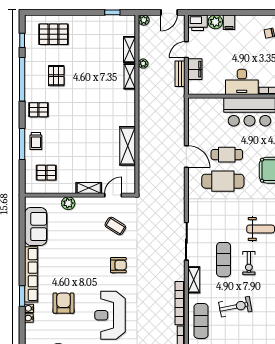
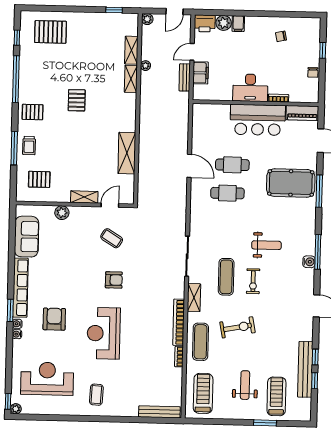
pallet: (56, 76) -> (77, 100), moved
cafe table: (223, 181) -> (227, 193), width x0.73, depth x0.74

